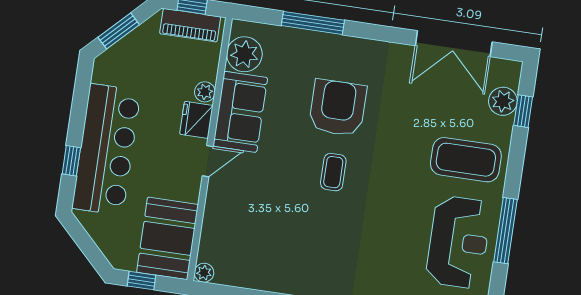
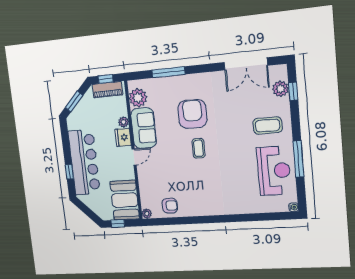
coffee table: (466, 160) -> (268, 126), width x0.73, depth x0.76
armchair: (252, 266) -> (170, 206), added

